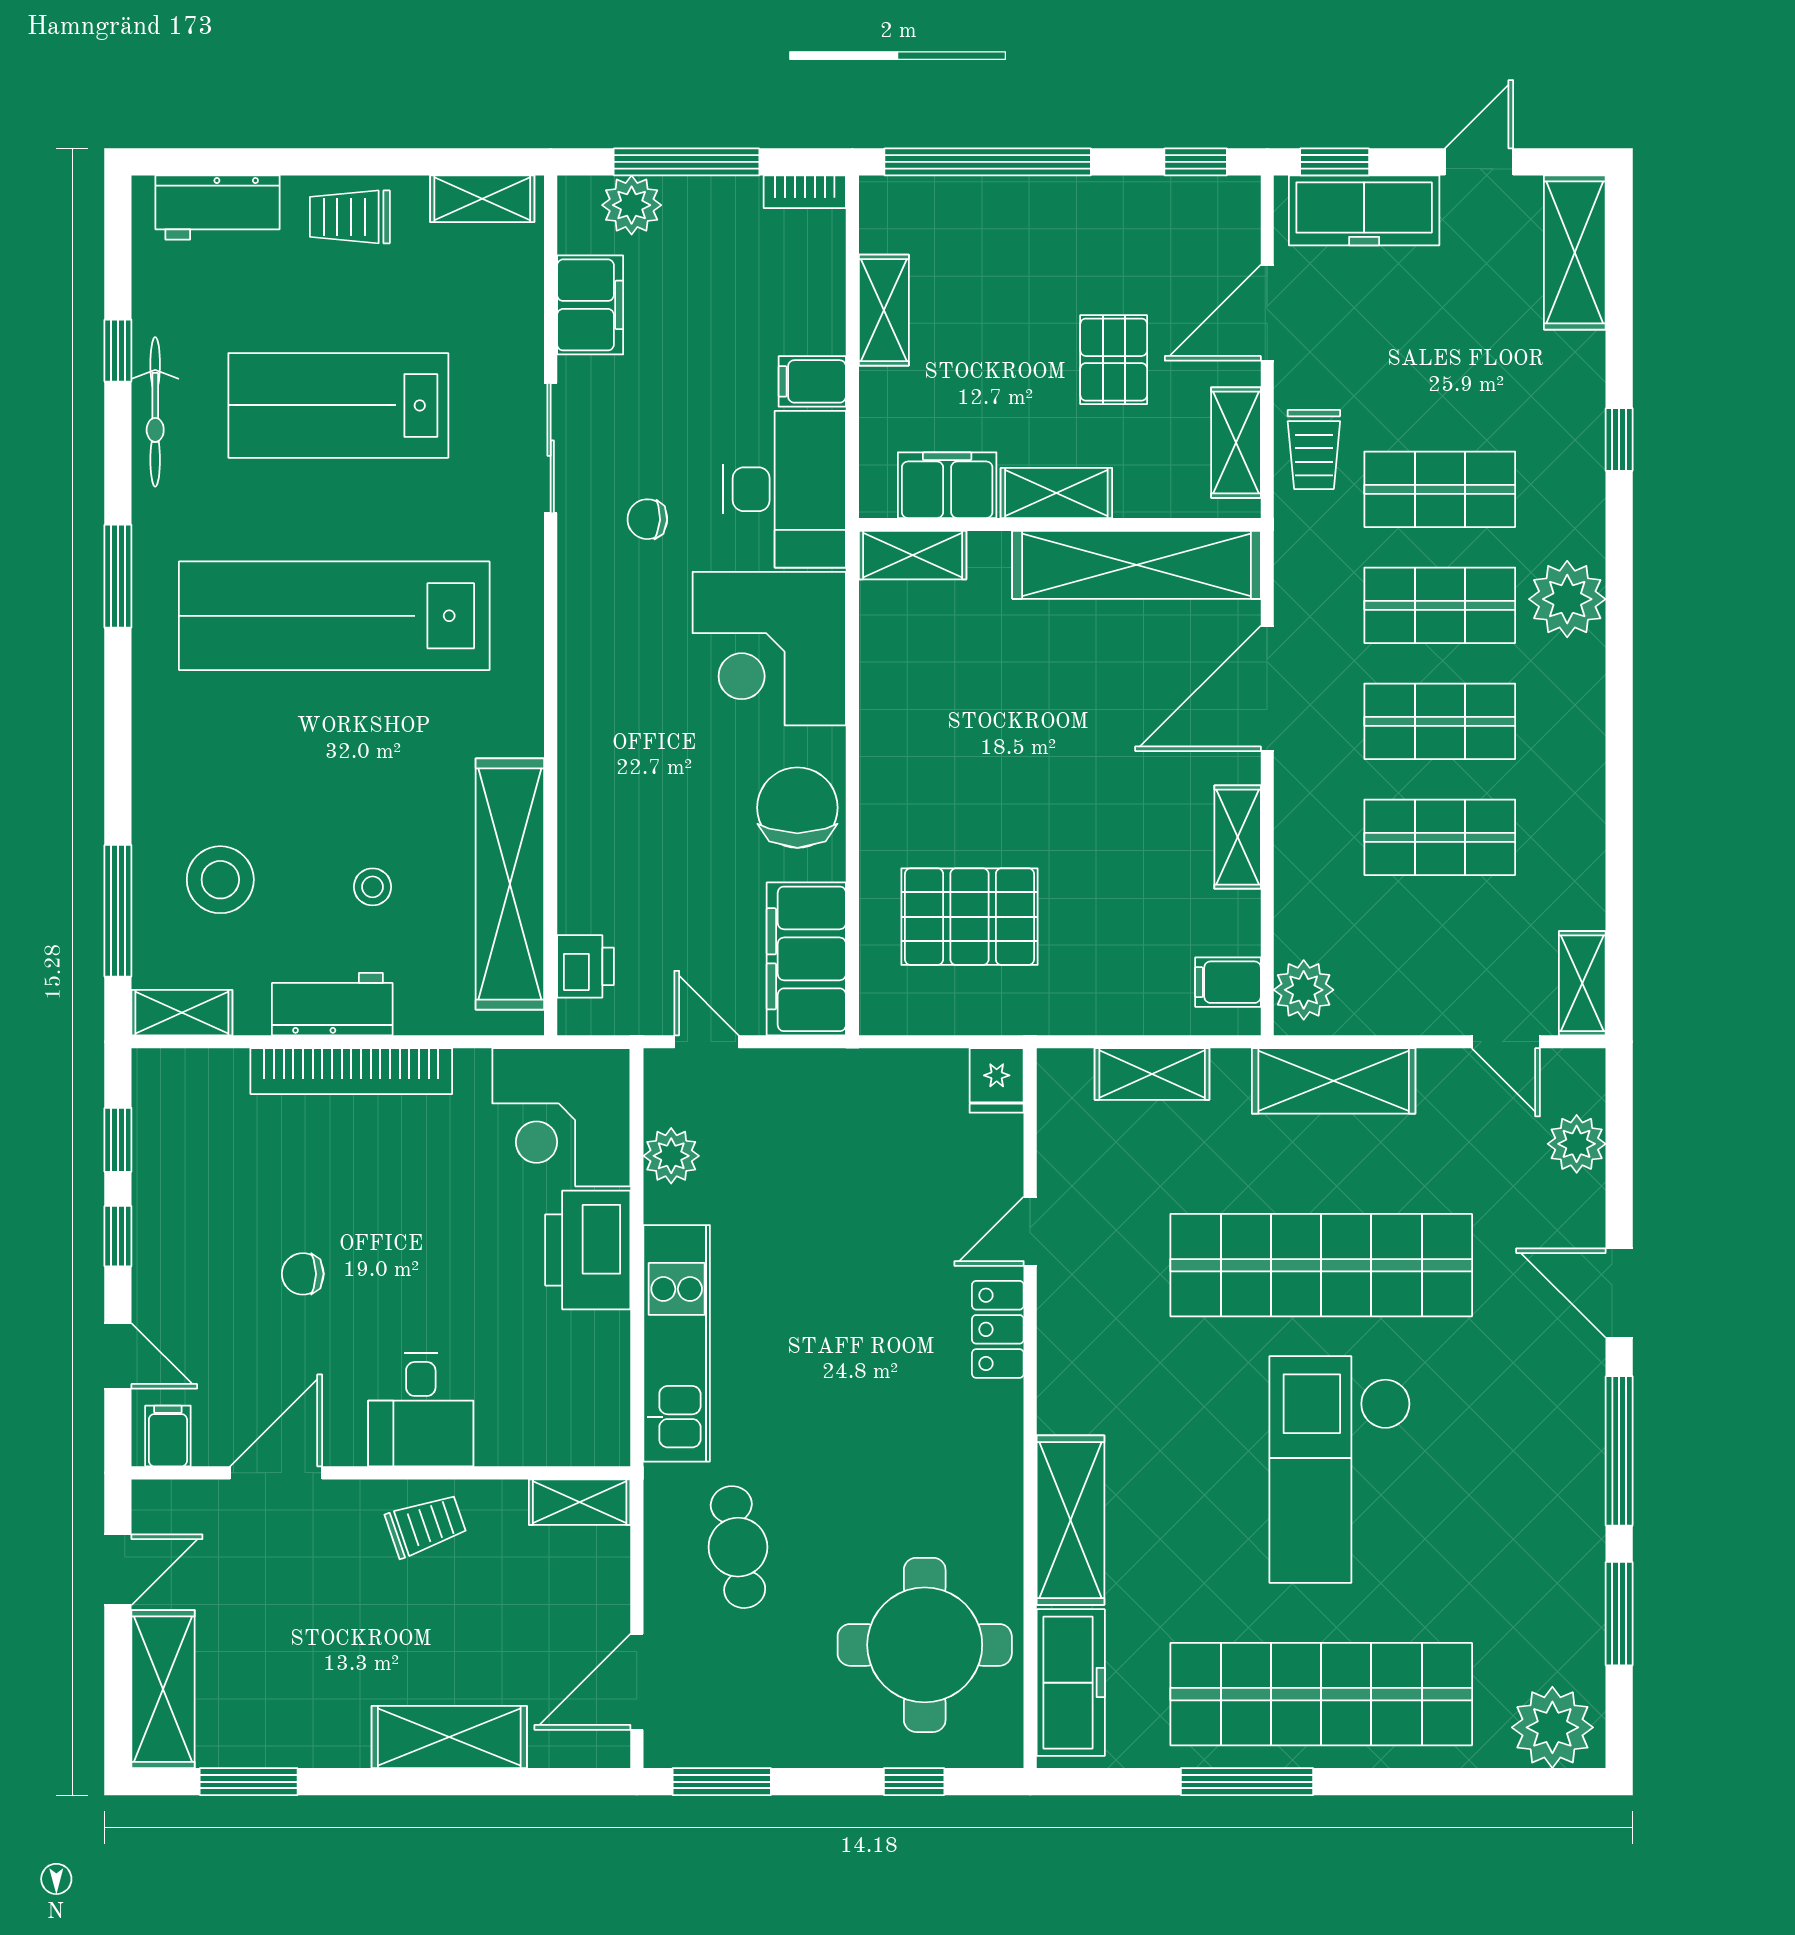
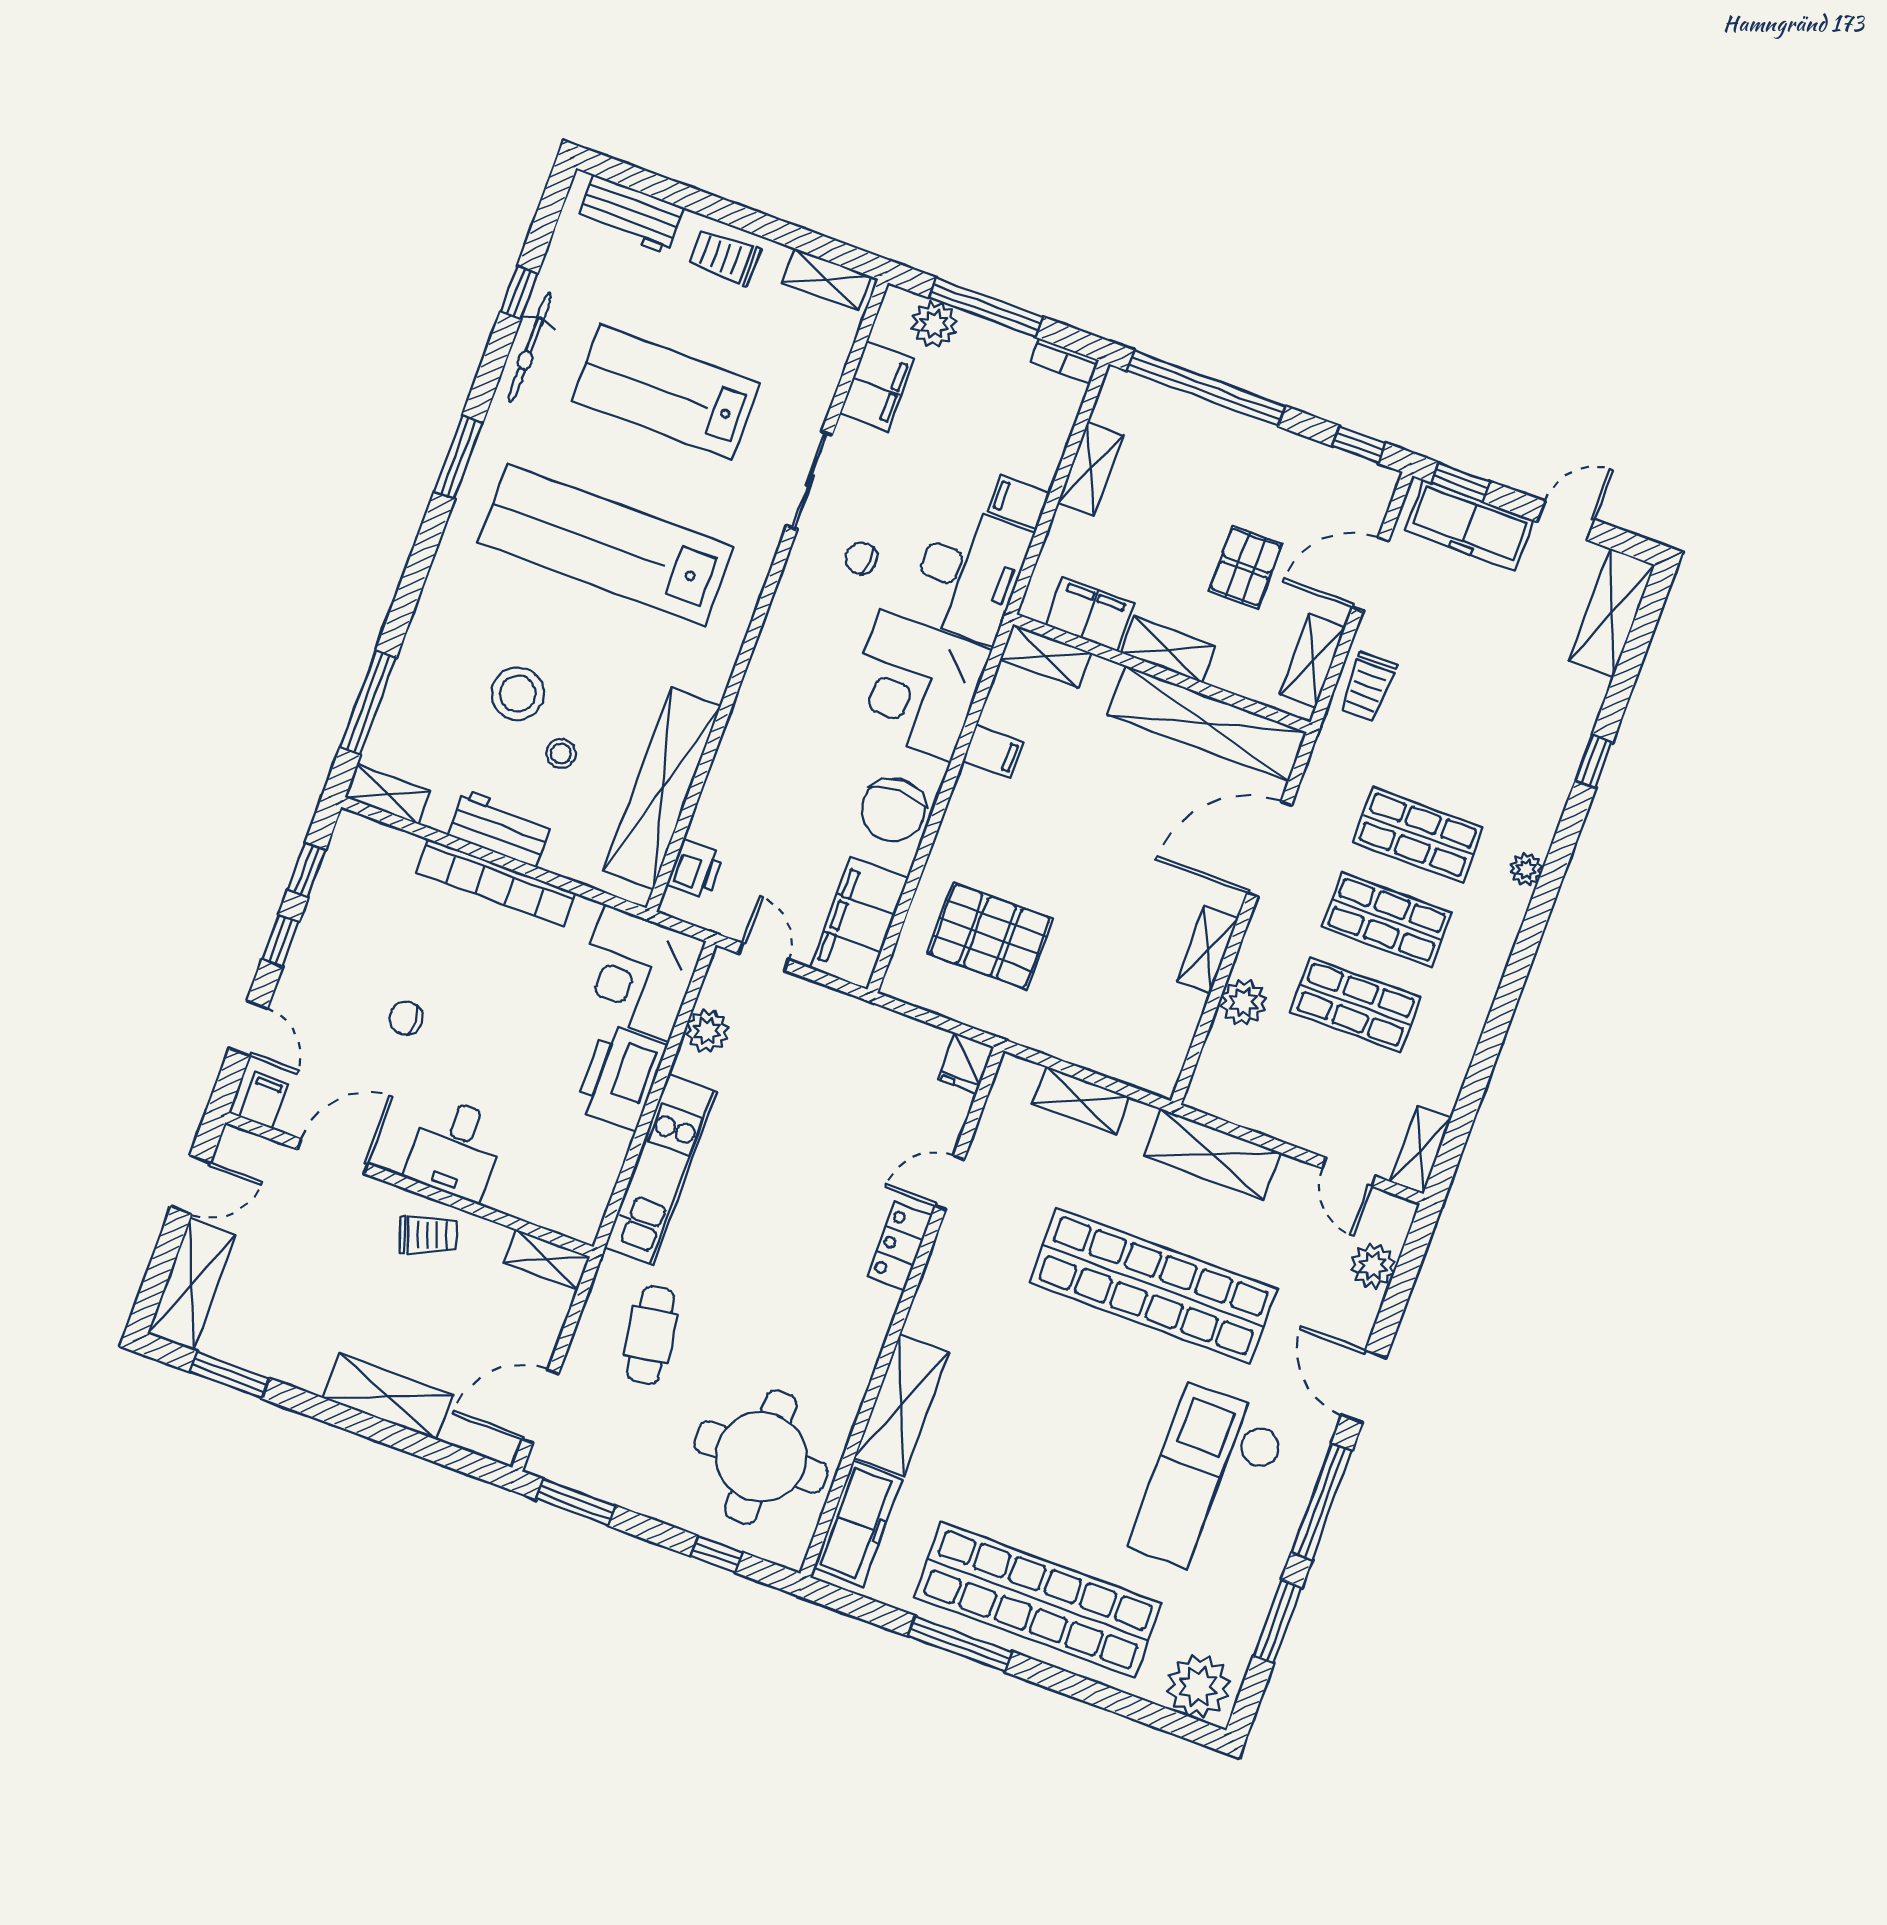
shop shelf: (1440, 489) -> (1449, 750), removed
plant: (1567, 599) -> (1526, 869), width x0.53, depth x0.53
chair: (797, 808) -> (893, 810), turned 180
stool: (220, 880) -> (518, 694), moved
filing cabinet: (1228, 982) -> (993, 752), moved, turned 180
plant: (1304, 990) -> (1243, 1002), moved
checkout: (1340, 1470) -> (1209, 1483), moved

